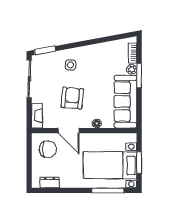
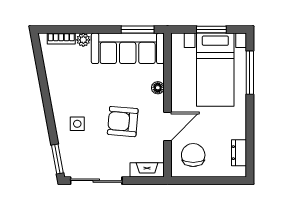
window: (139, 75) -> (138, 30), moved

